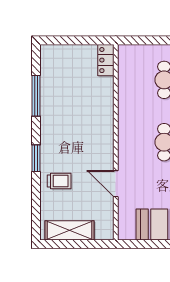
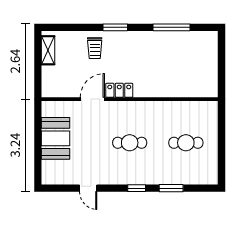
locker: (106, 60) -> (119, 90), moved
shelving: (70, 230) -> (48, 50), width x0.67, depth x0.75

